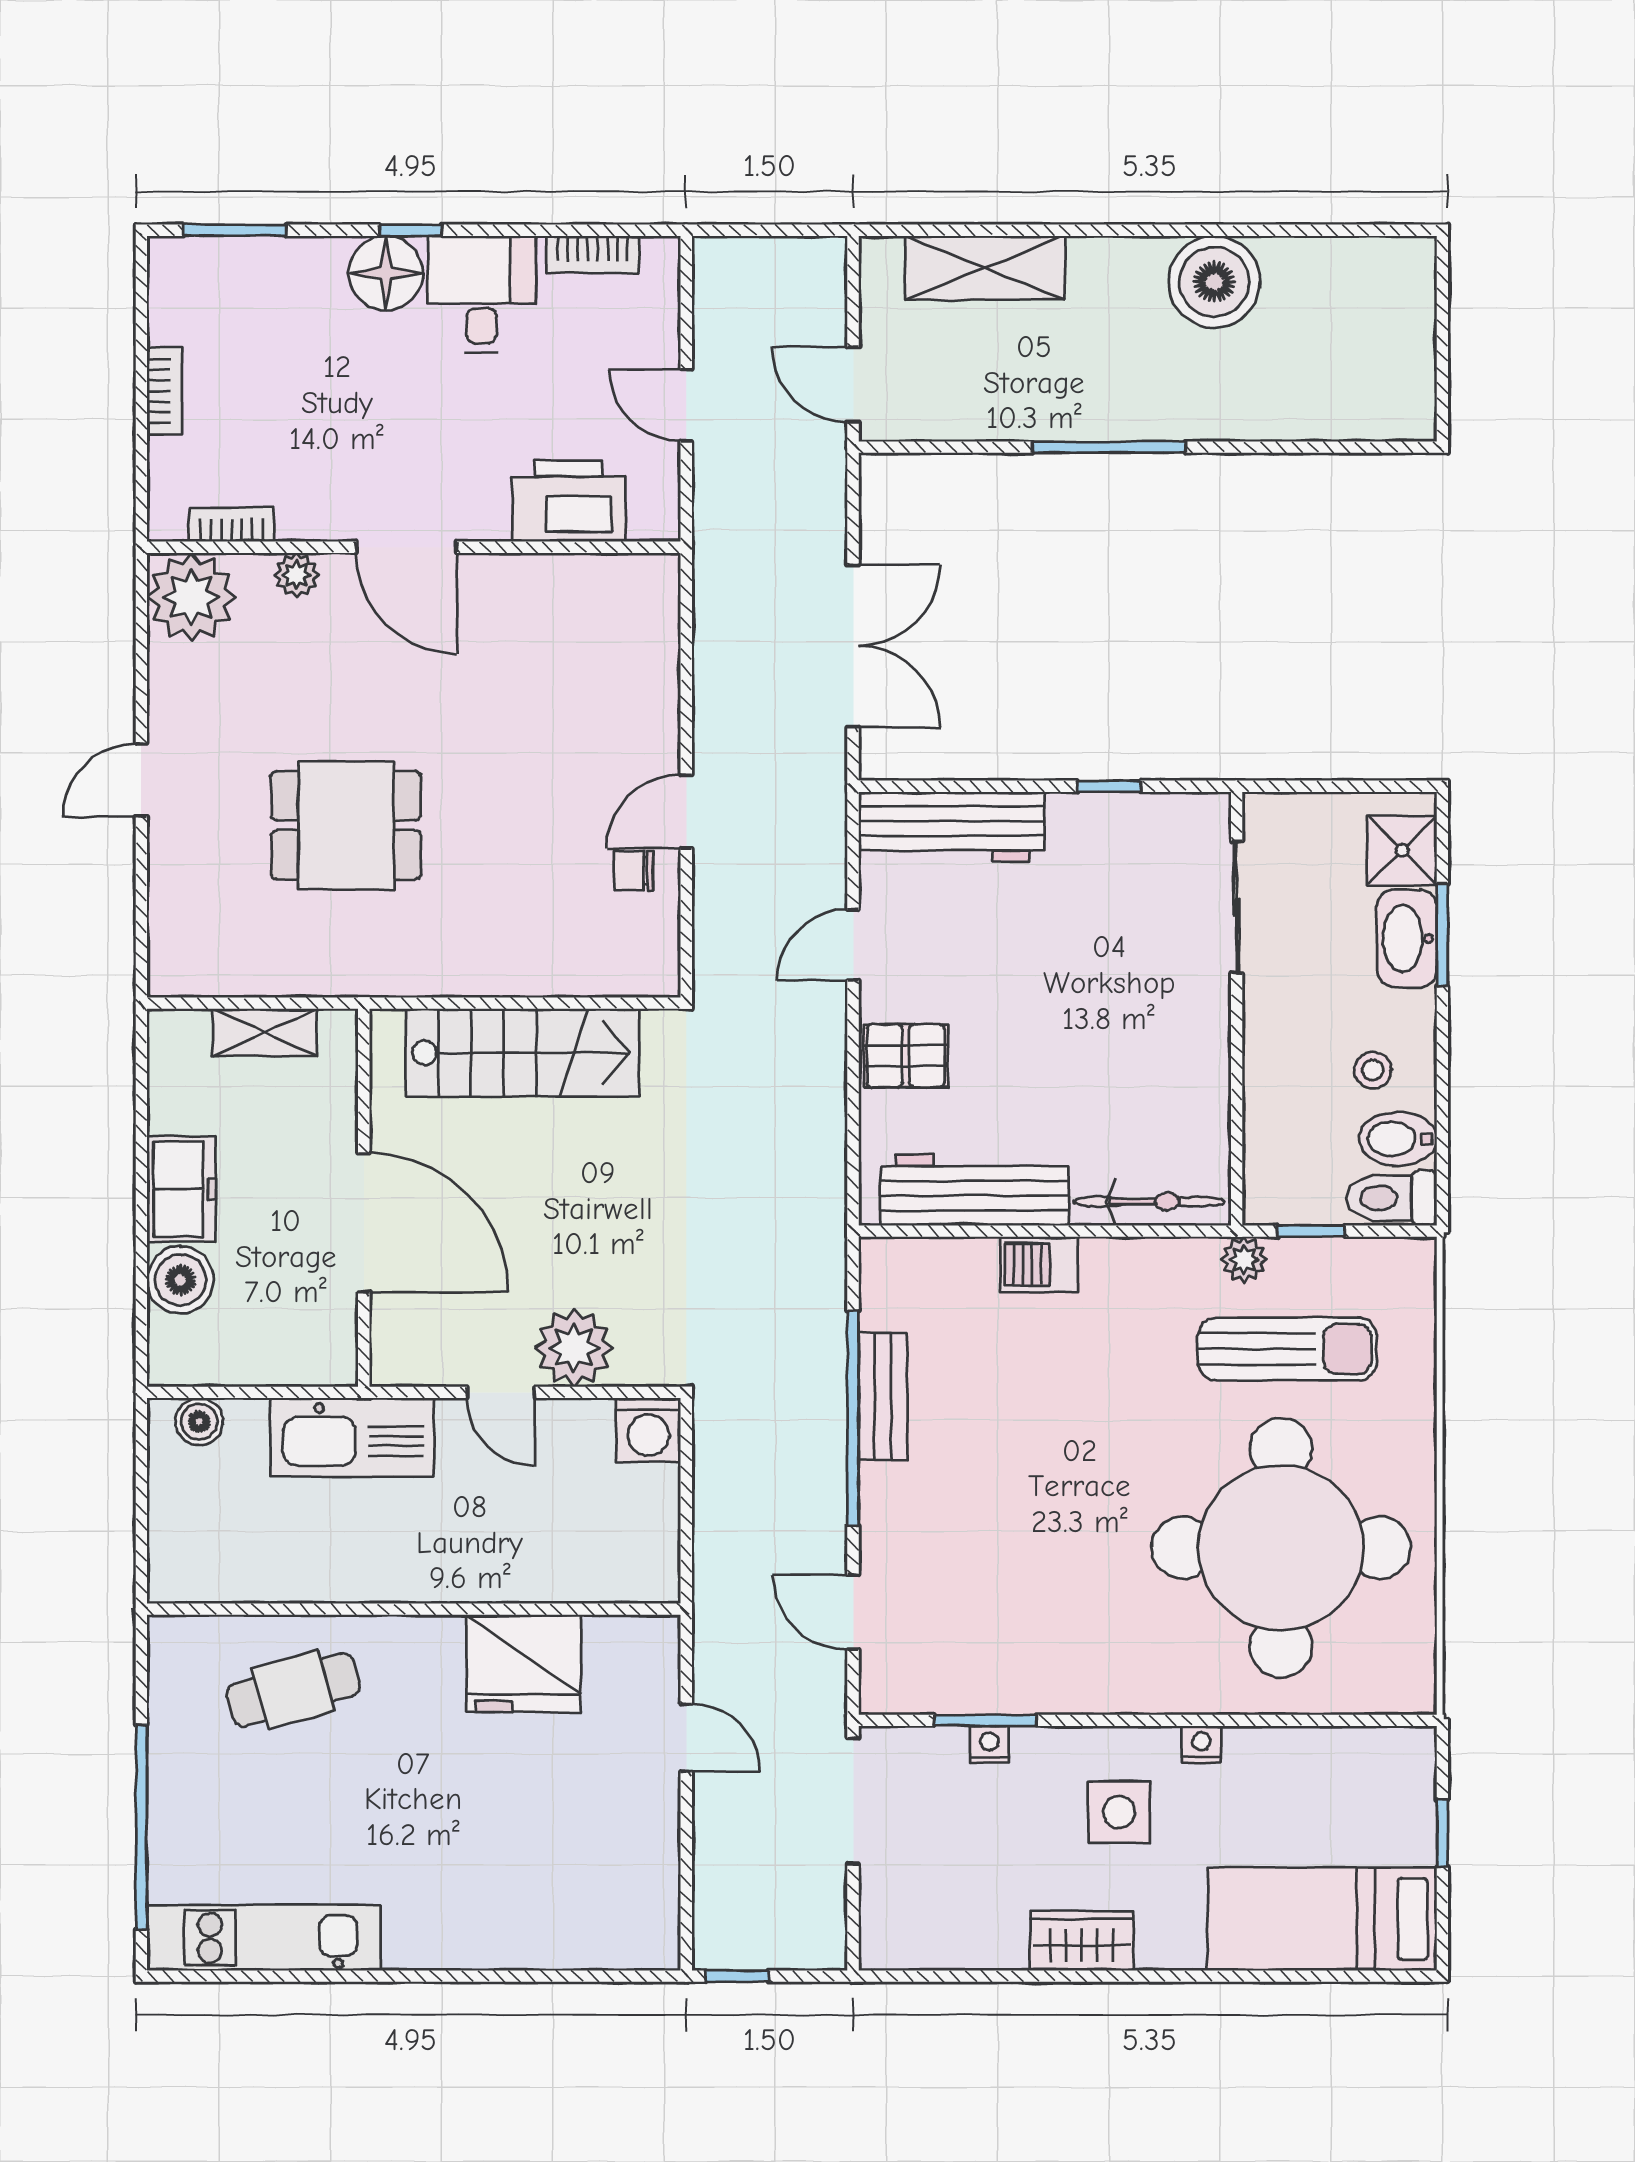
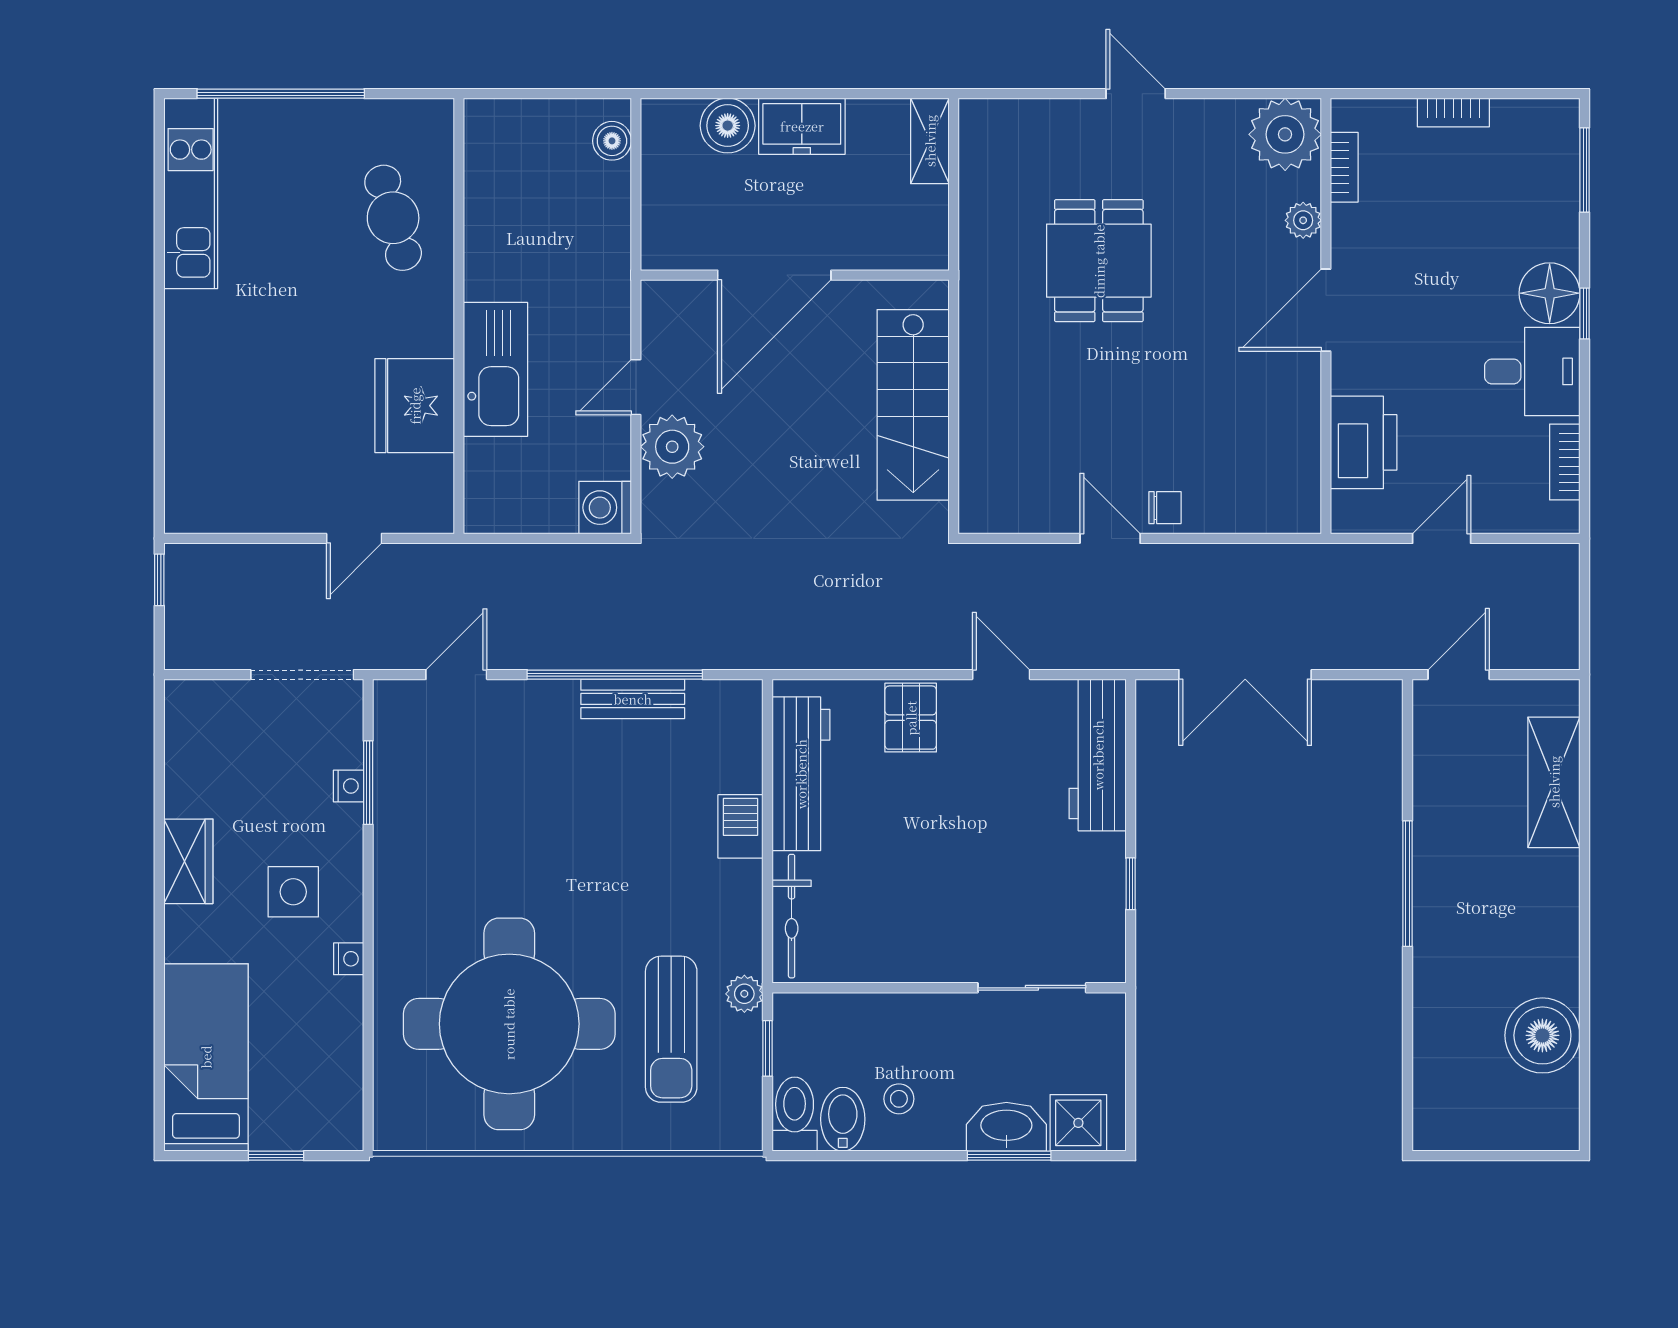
boiler: (1214, 282) -> (1542, 1035), moved
chair: (634, 871) -> (1165, 508), moved, turned 90
shelving: (265, 1032) -> (930, 141), moved
kitchen sink: (352, 1437) -> (496, 369), moved, turned 180

